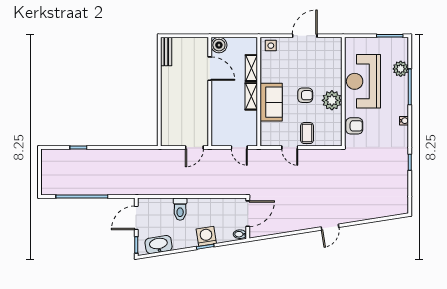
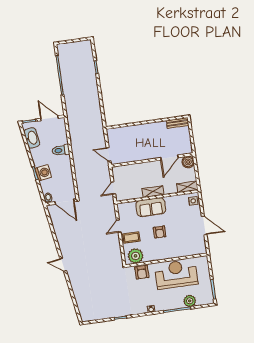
shelving: (251, 68) -> (187, 187), moved
plant: (332, 100) -> (136, 256), moved

